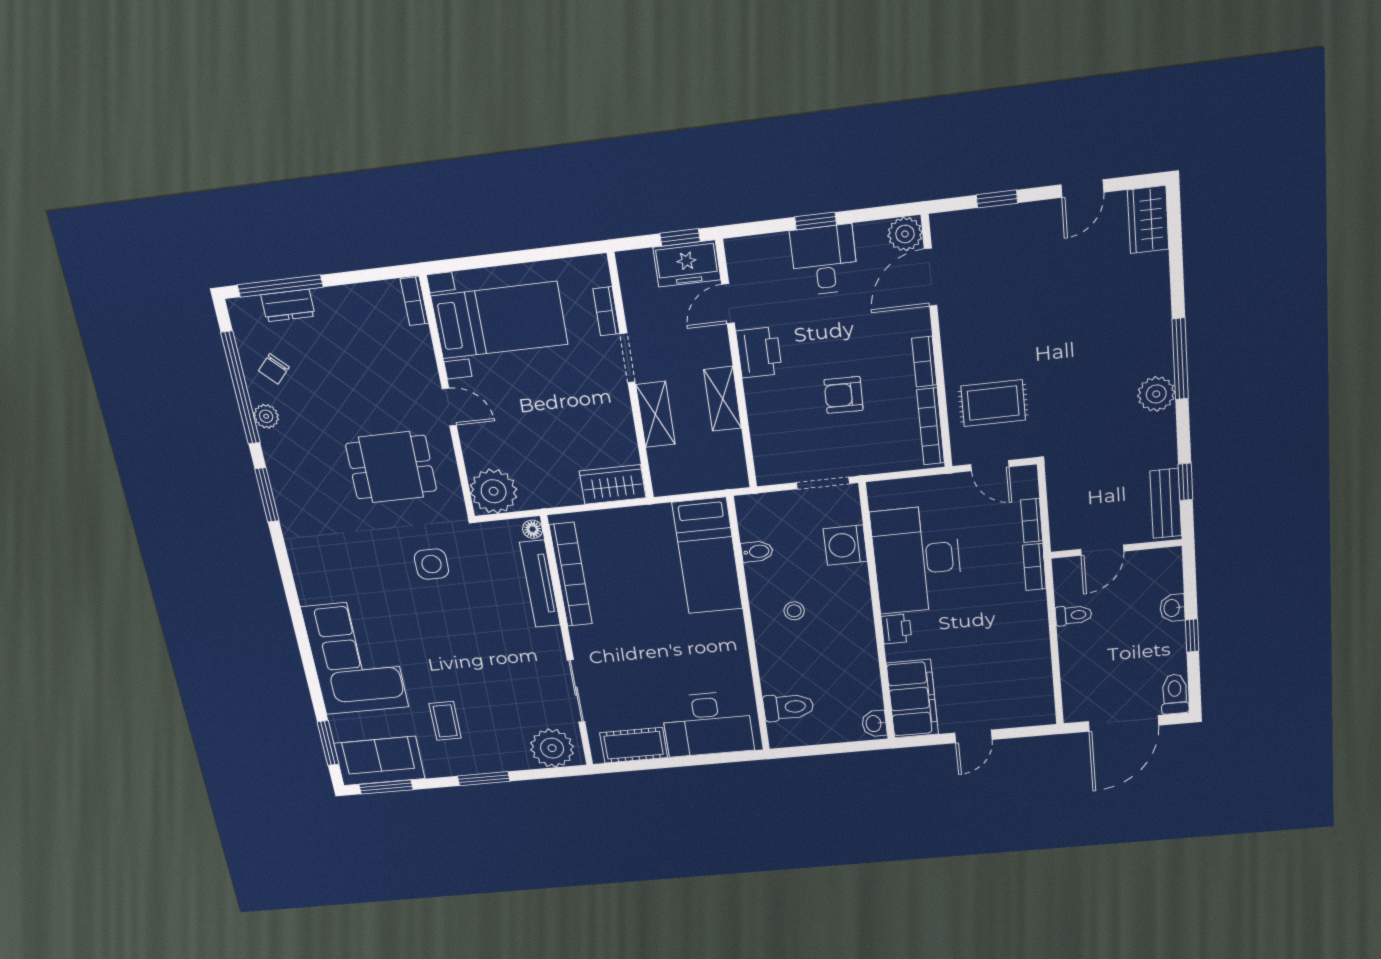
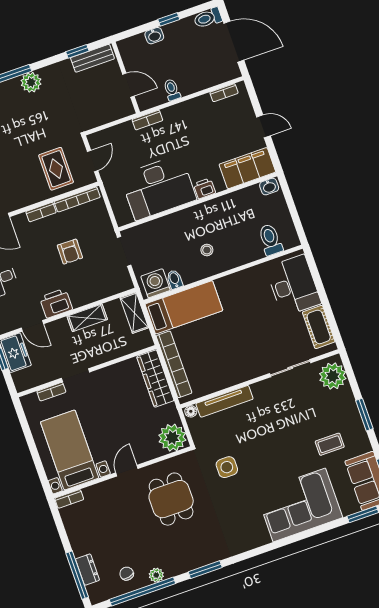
chair: (274, 369) -> (127, 574), turned -145
shelving: (655, 414) -> (134, 313), moved, turned 90
wardrobe: (613, 484) -> (155, 379), width x1.50
bookcase: (1032, 520) -> (224, 93), moved
washing machine: (845, 545) -> (156, 283), moved, turned 180
bookcase: (571, 575) -> (174, 364), moved, turned 90

